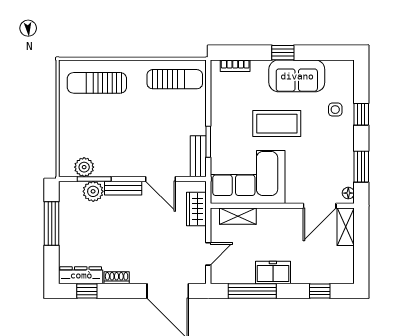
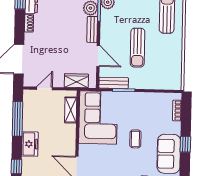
sun lounger: (175, 79) -> (137, 48), moved
coffee table: (277, 124) -> (135, 139), width x0.54, depth x0.58
door: (161, 179) -> (98, 56), swing flipped
door: (208, 254) -> (44, 88), swing flipped
freezer: (273, 273) -> (30, 144), moved

